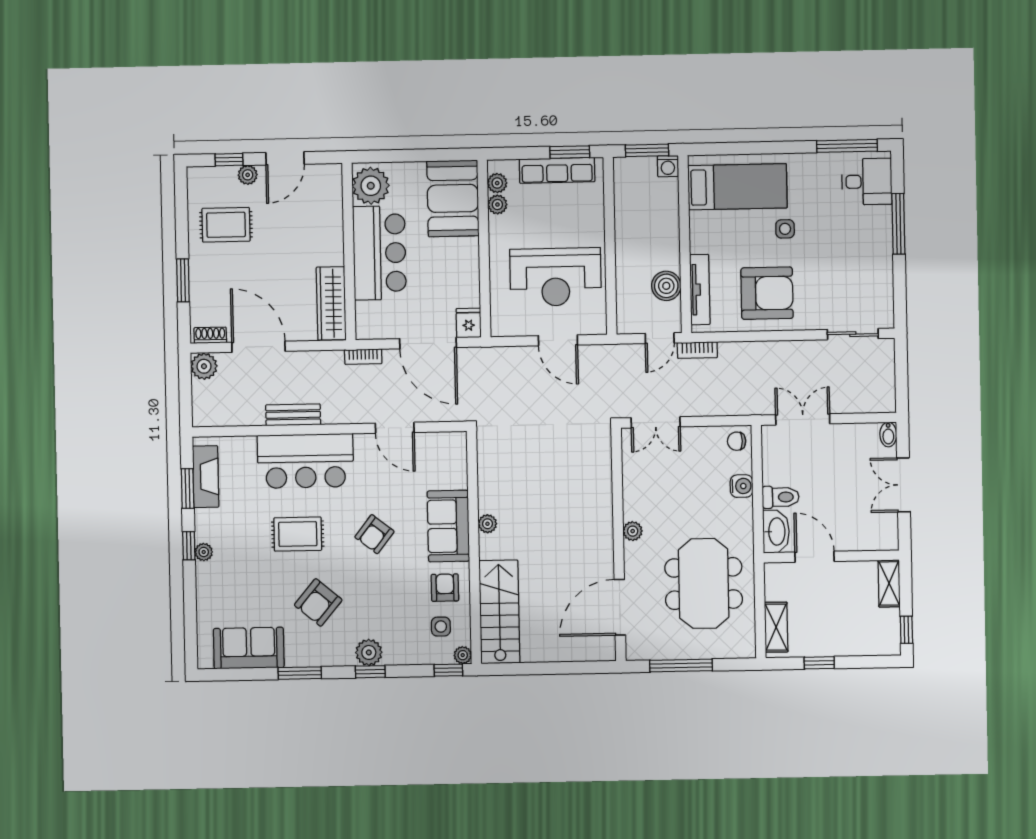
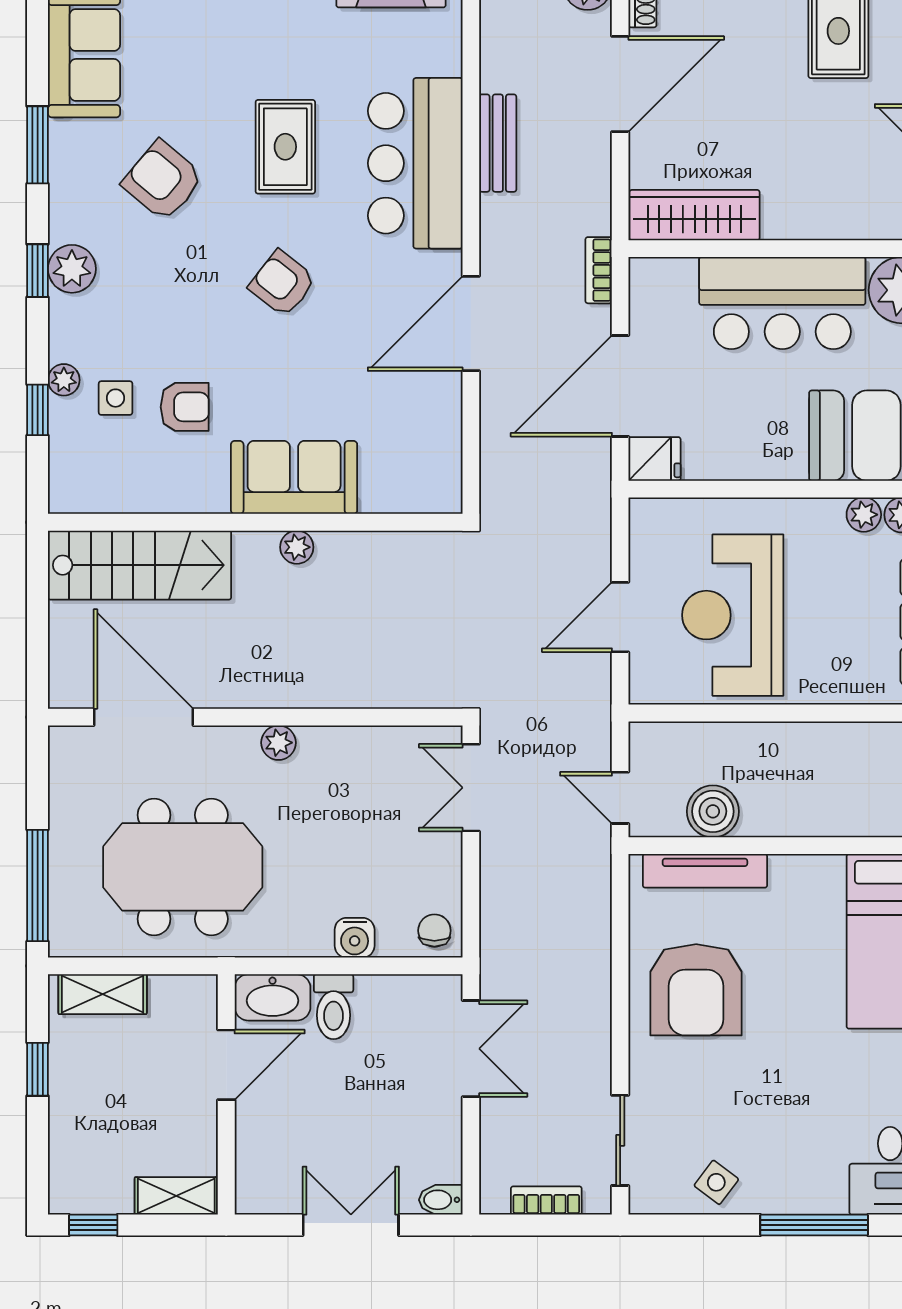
side table: (785, 229) -> (716, 1182), moved, turned 37
bookcase: (697, 350) -> (546, 1201), moved, turned 90
door: (395, 428) -> (471, 324), width x1.36
plant: (487, 524) -> (297, 547), moved
sofa: (448, 526) -> (294, 477), moved
wall: (474, 547) -> (255, 522), moved
stairs: (499, 612) -> (140, 565), moved
plant: (463, 655) -> (64, 380), moved
window: (681, 666) -> (38, 885), moved

